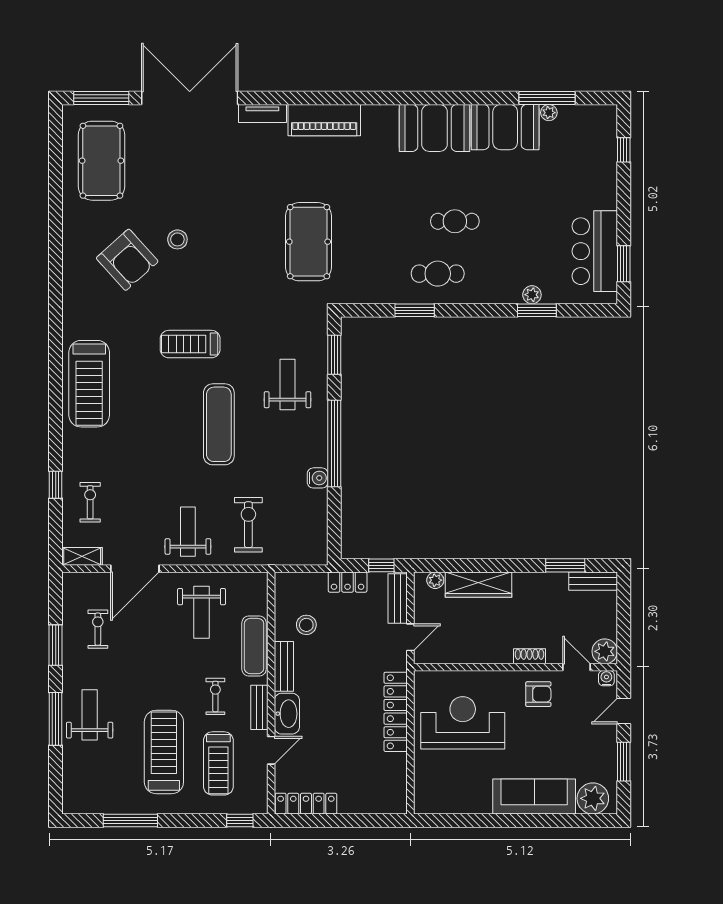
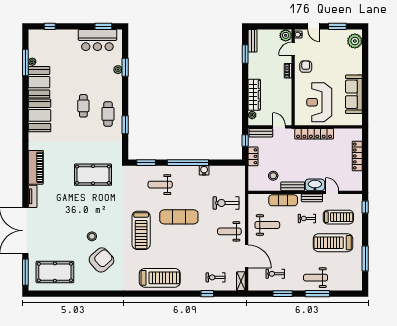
treadmill: (190, 344) -> (141, 230), width x1.37, depth x1.38
sofa: (534, 797) -> (354, 94), moved
locker: (306, 804) -> (357, 156), moved

